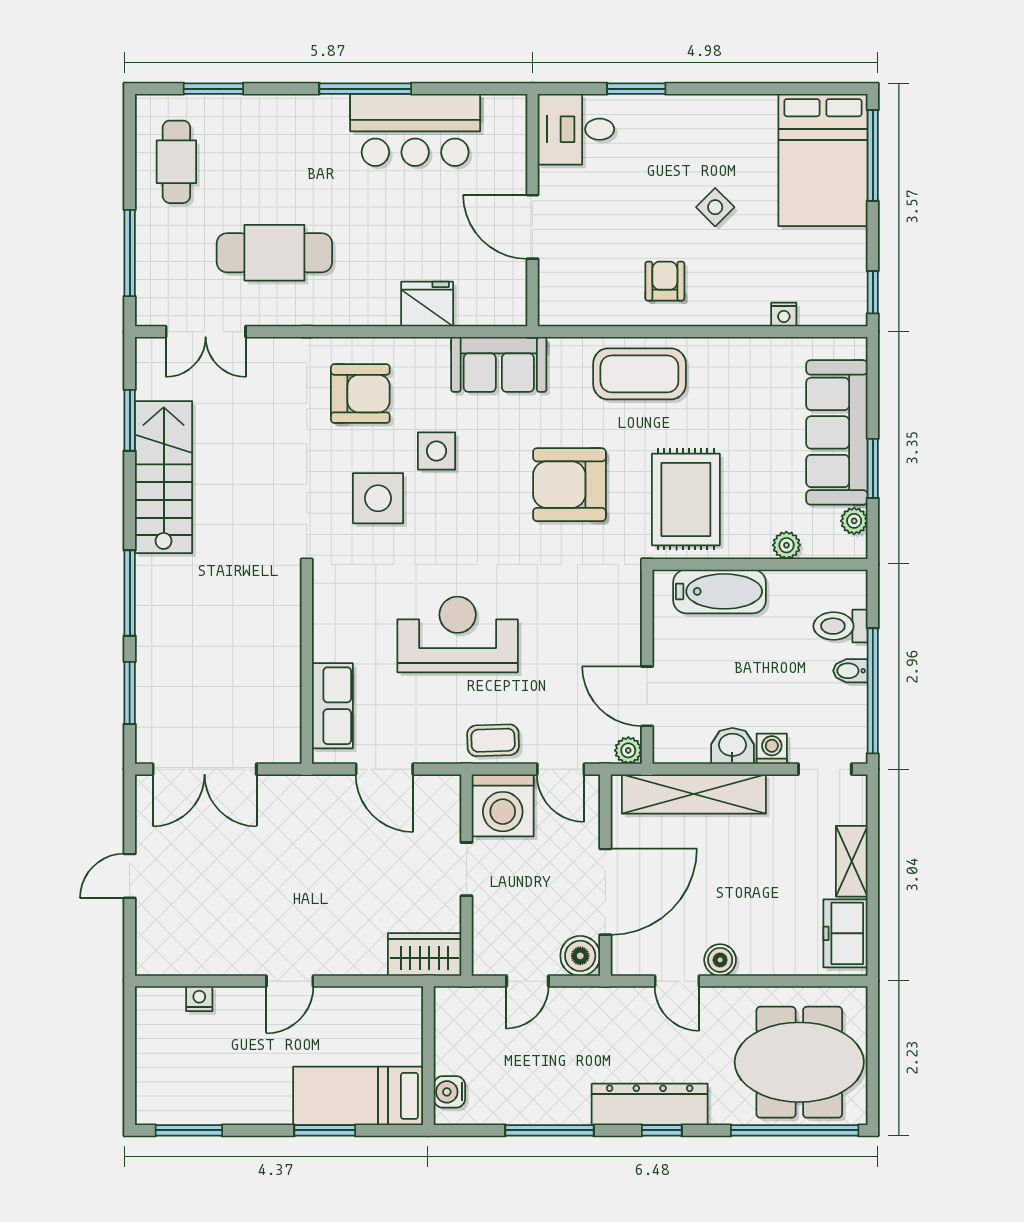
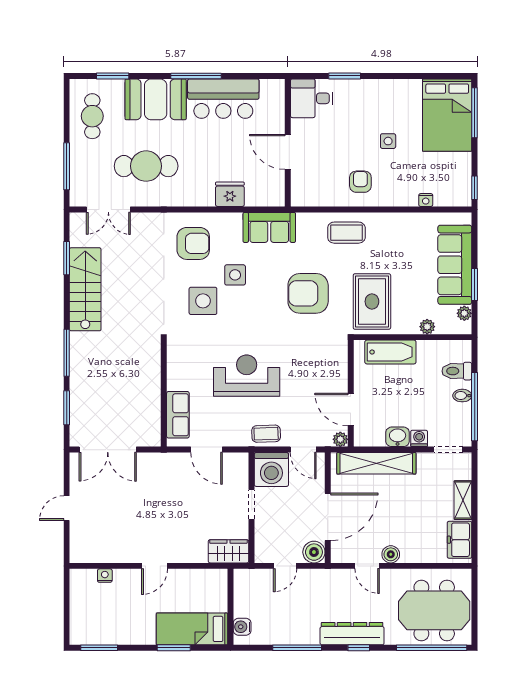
booth: (292, 131) -> (156, 99), added
side table: (715, 207) -> (388, 141), turned 45
coffee table: (639, 374) -> (346, 233), width x0.73, depth x0.76

